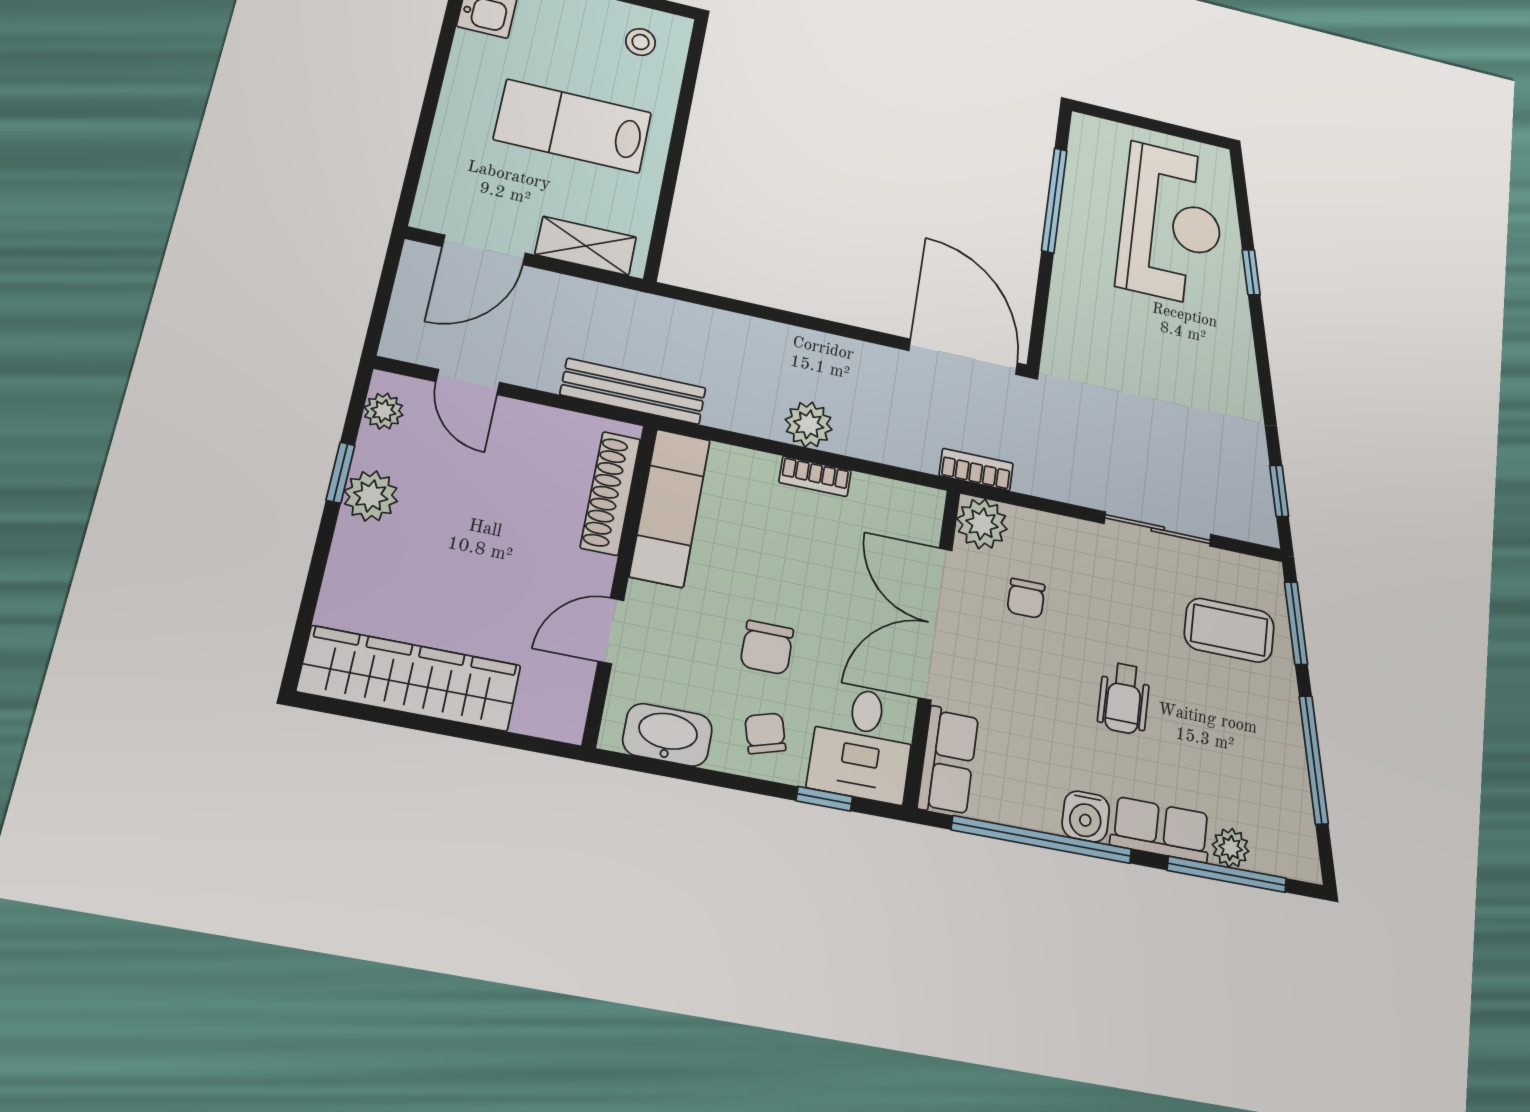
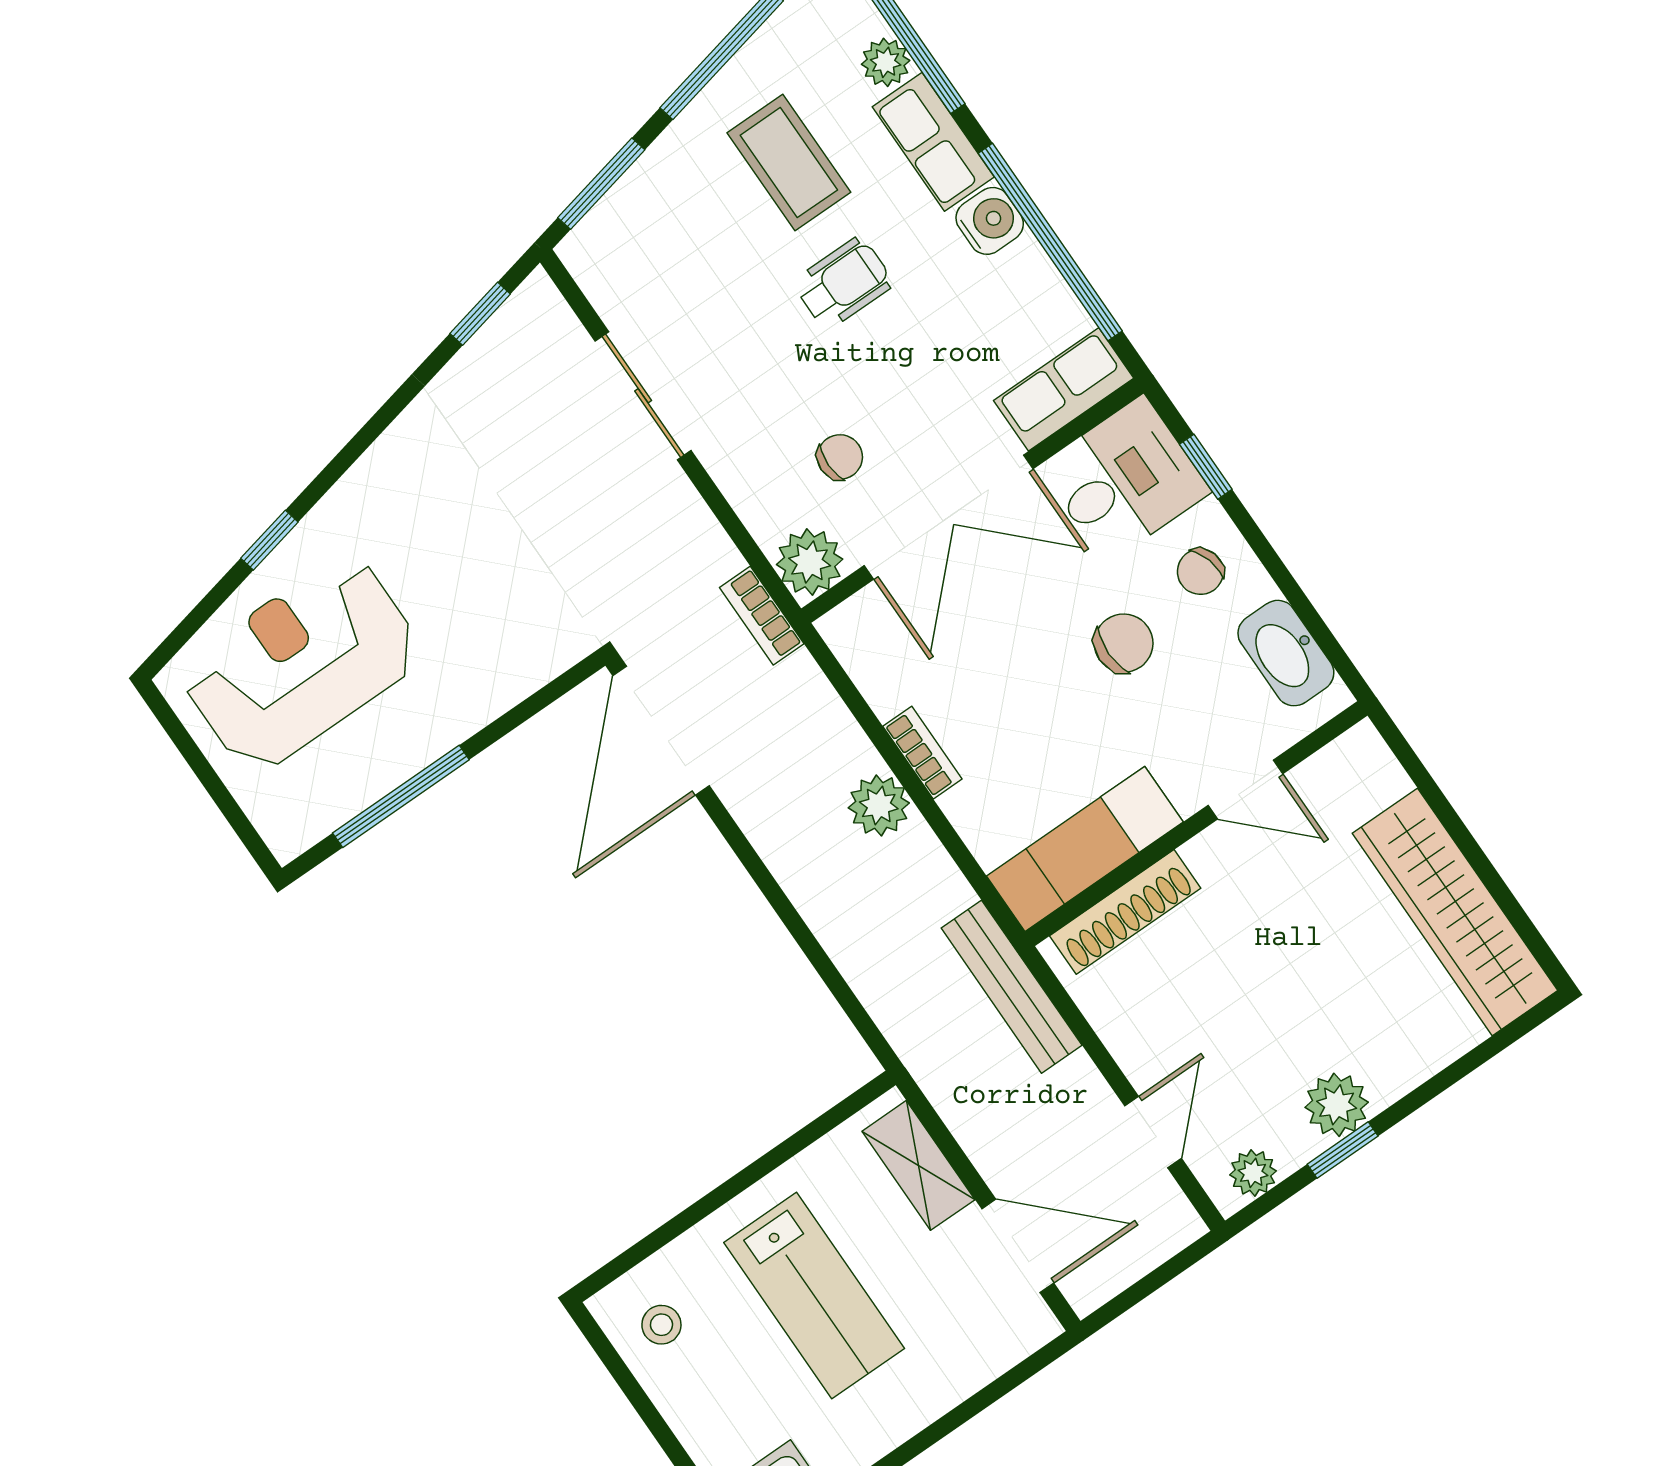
coffee table: (1229, 630) -> (789, 163), moved

